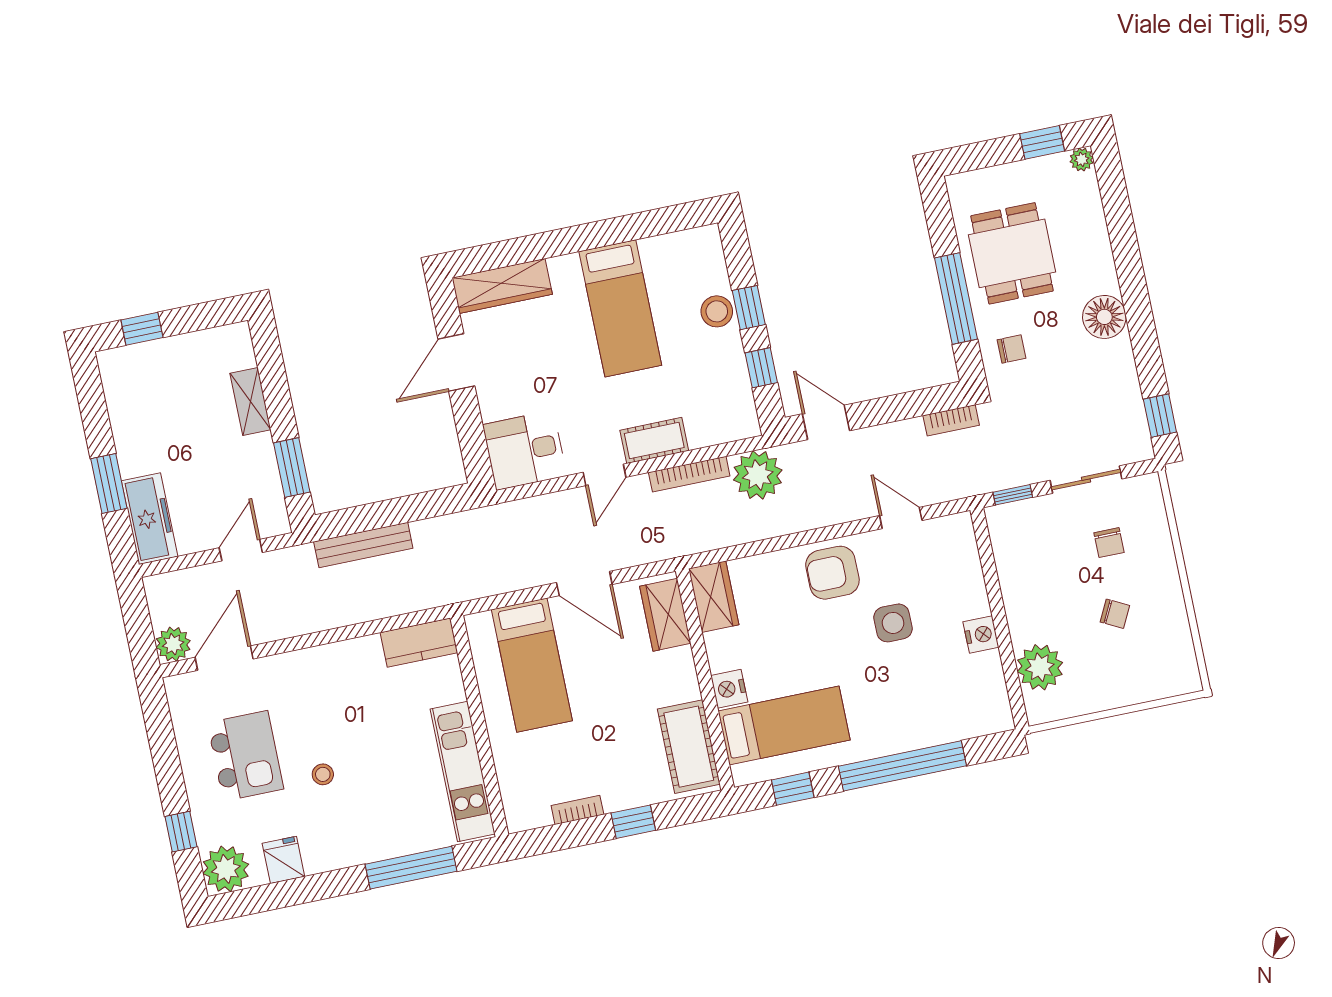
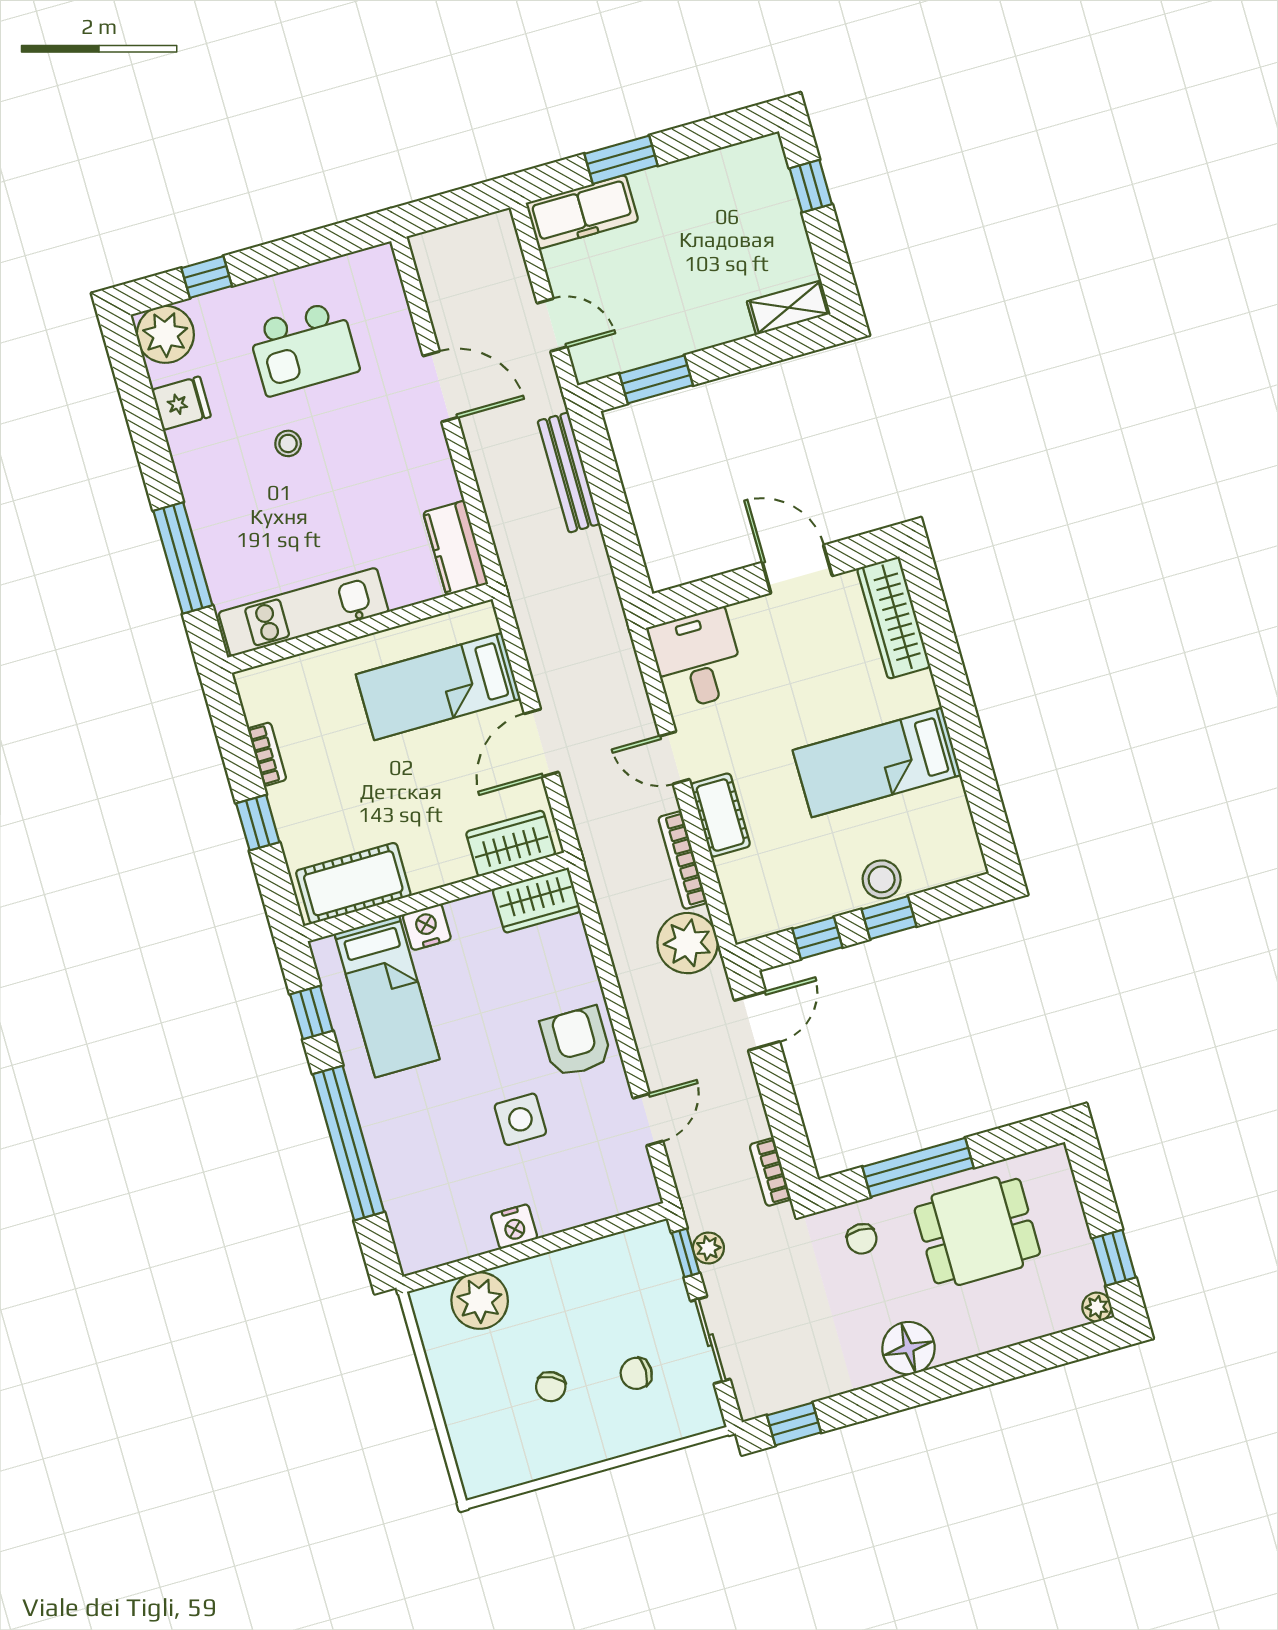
shelving: (250, 402) -> (789, 308), moved
plant: (173, 644) -> (708, 1248), moved, width x0.73, depth x0.73
door: (224, 658) -> (441, 387), moved

